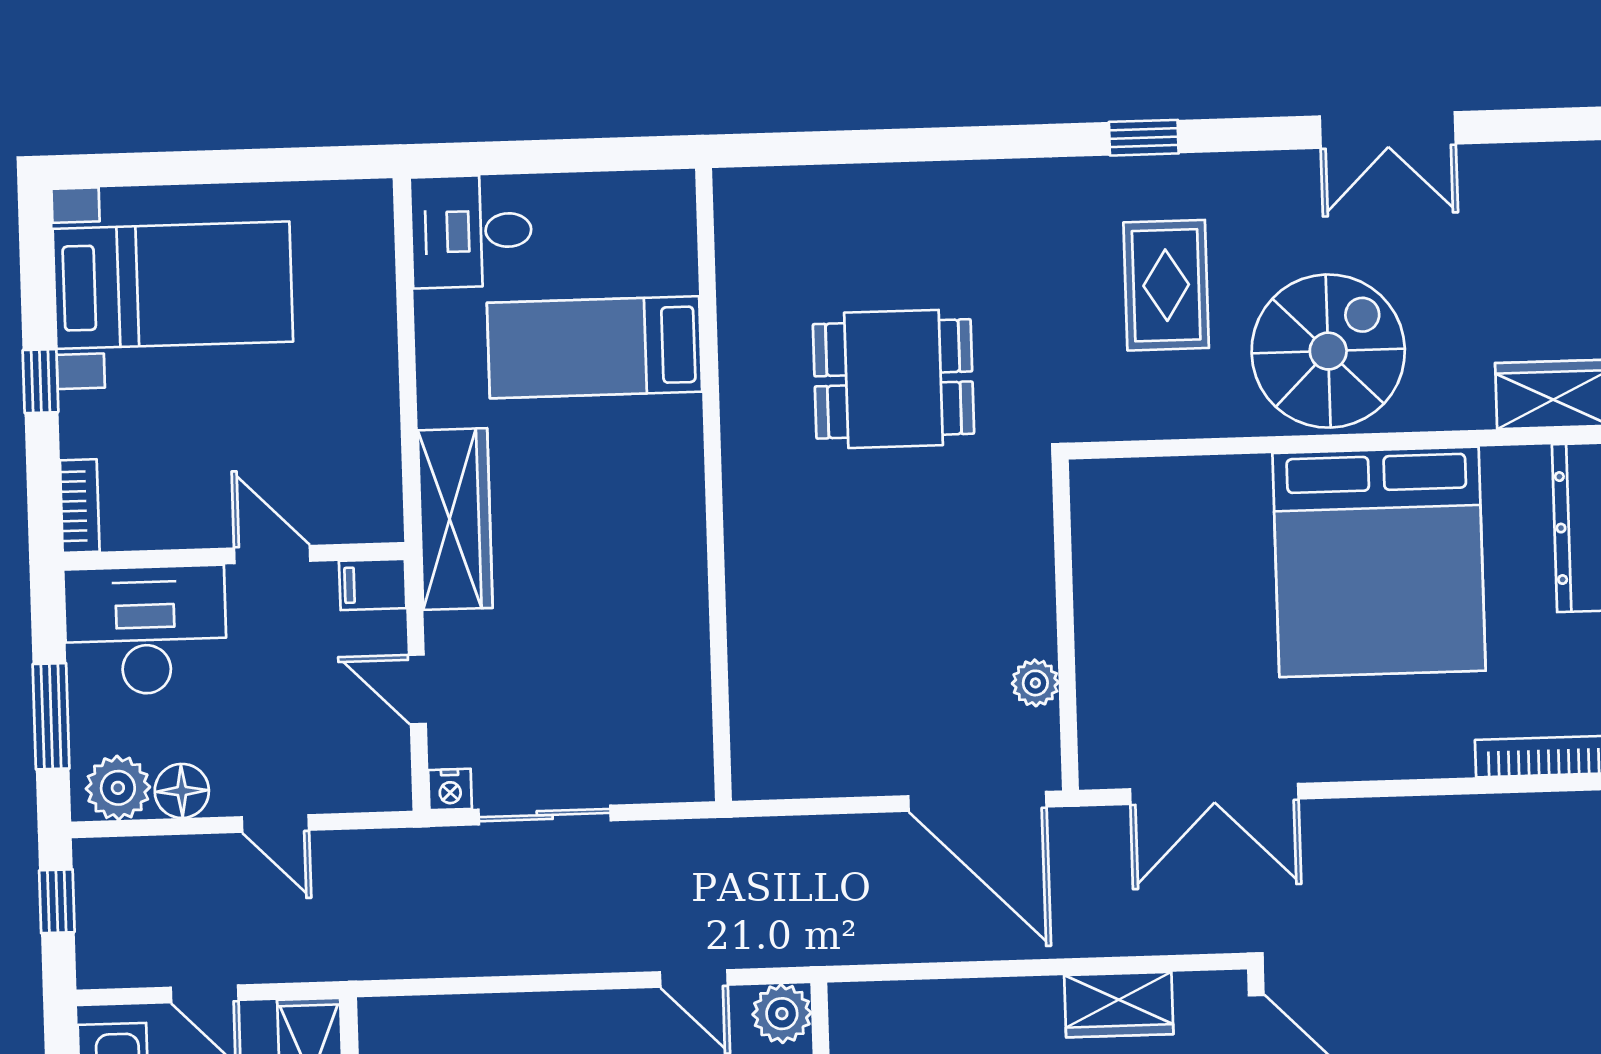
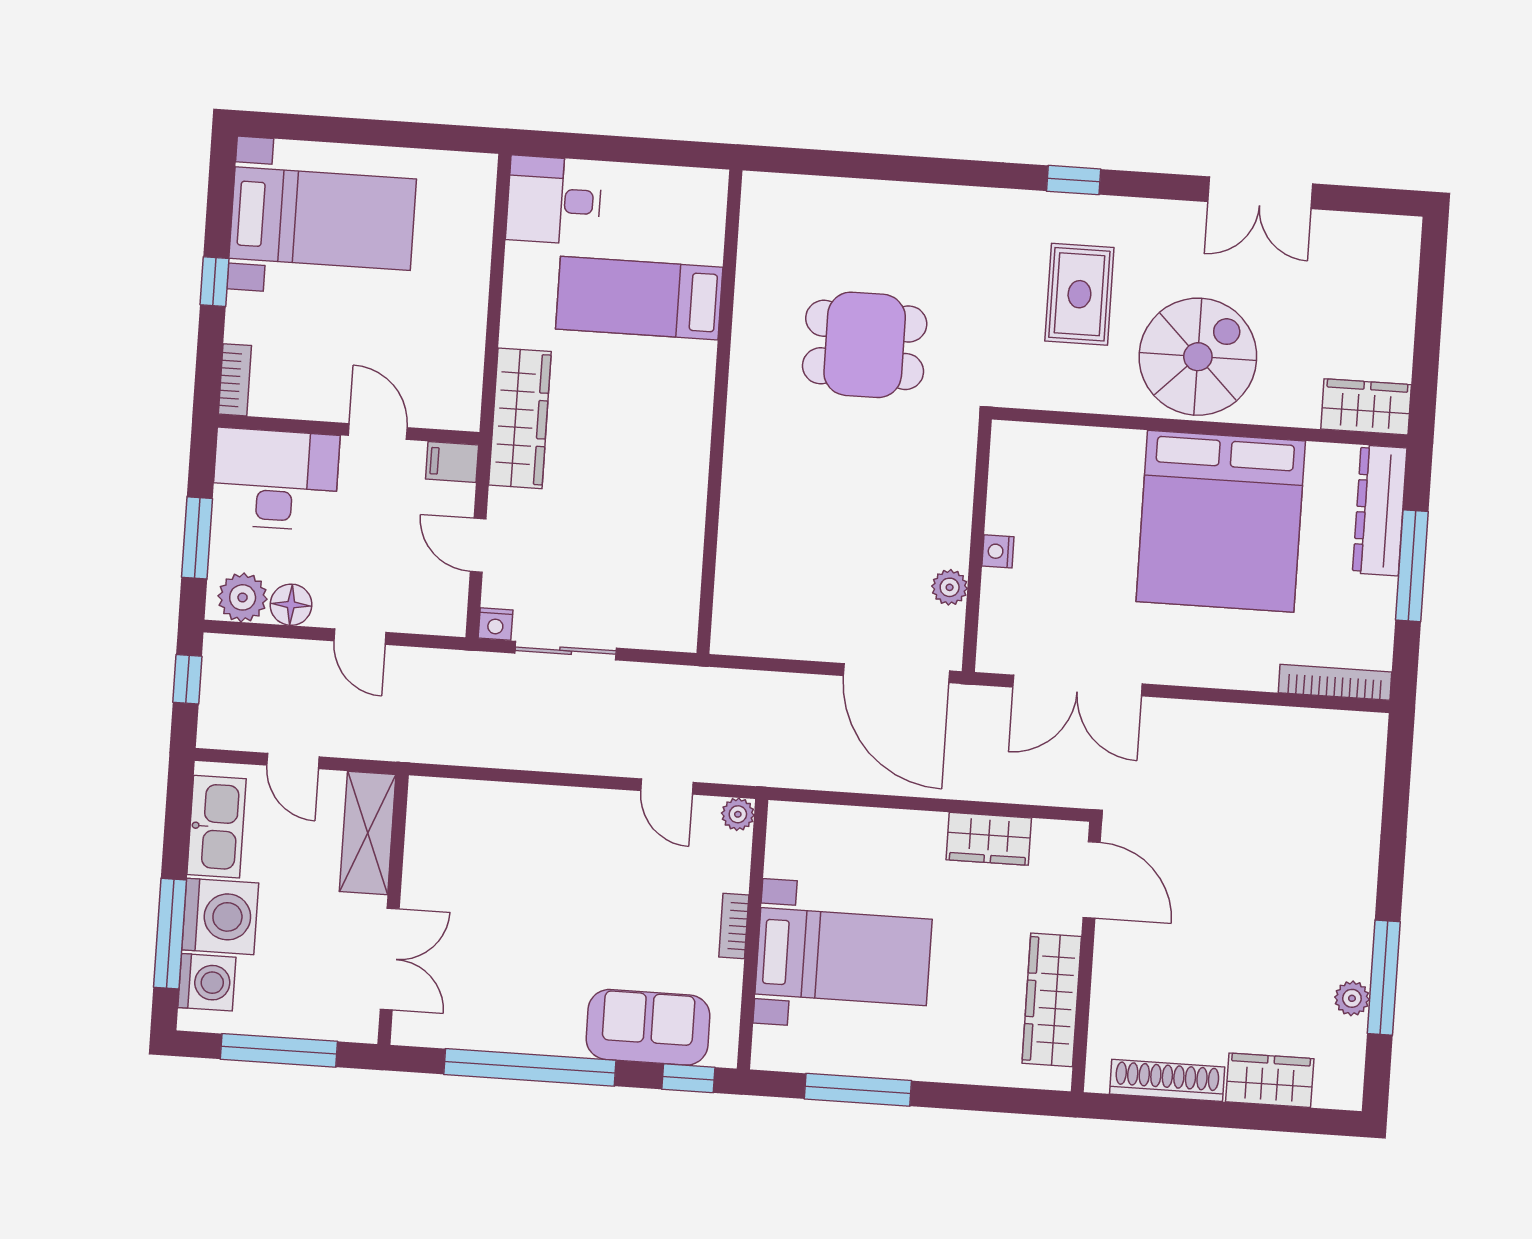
nightstand: (1094, 630) -> (998, 551), added
plant: (782, 1014) -> (738, 814), width x0.73, depth x0.73

